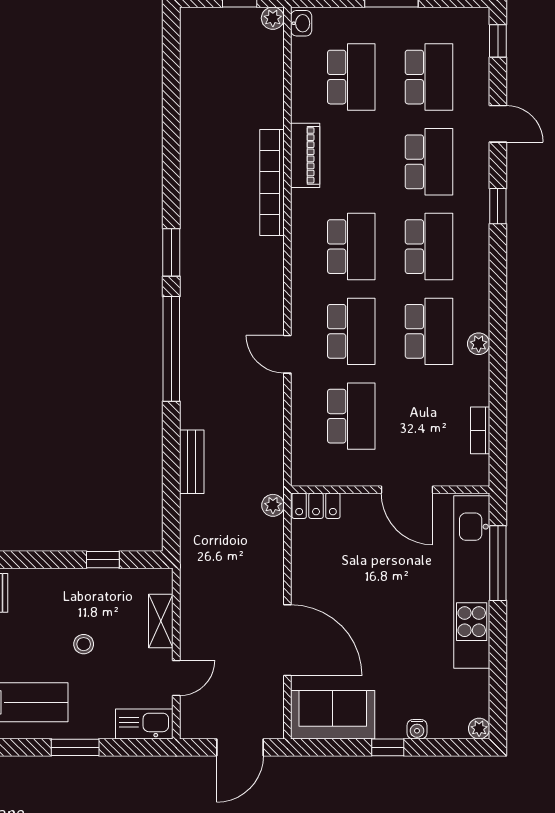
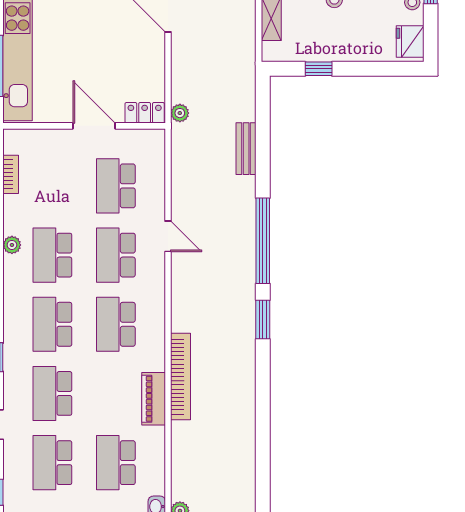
door: (407, 490) -> (94, 126), moved

